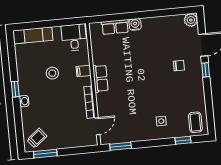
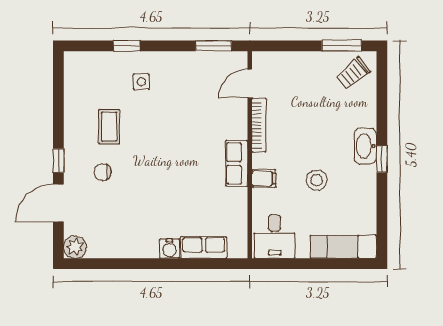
washbasin: (24, 101) -> (365, 146), width x1.91, depth x1.45
coffee table: (195, 122) -> (109, 127), moved
window: (183, 140) -> (127, 46), moved

